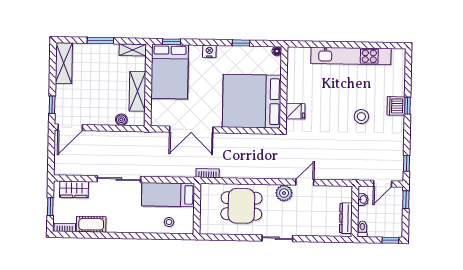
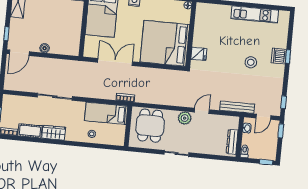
kitchen unit: (351, 56) -> (255, 14), width x0.73
shelving: (137, 91) -> (75, 28), removed
boiler: (121, 120) -> (45, 48), moved
double door: (191, 130) -> (115, 62), swing flipped
bench: (349, 174) -> (237, 107), added
wardrobe: (74, 189) -> (54, 133), moved, turned 180
bed: (168, 195) -> (106, 113), moved
dining table: (241, 206) -> (150, 126), turned 90
wall: (197, 209) -> (128, 126), moved

